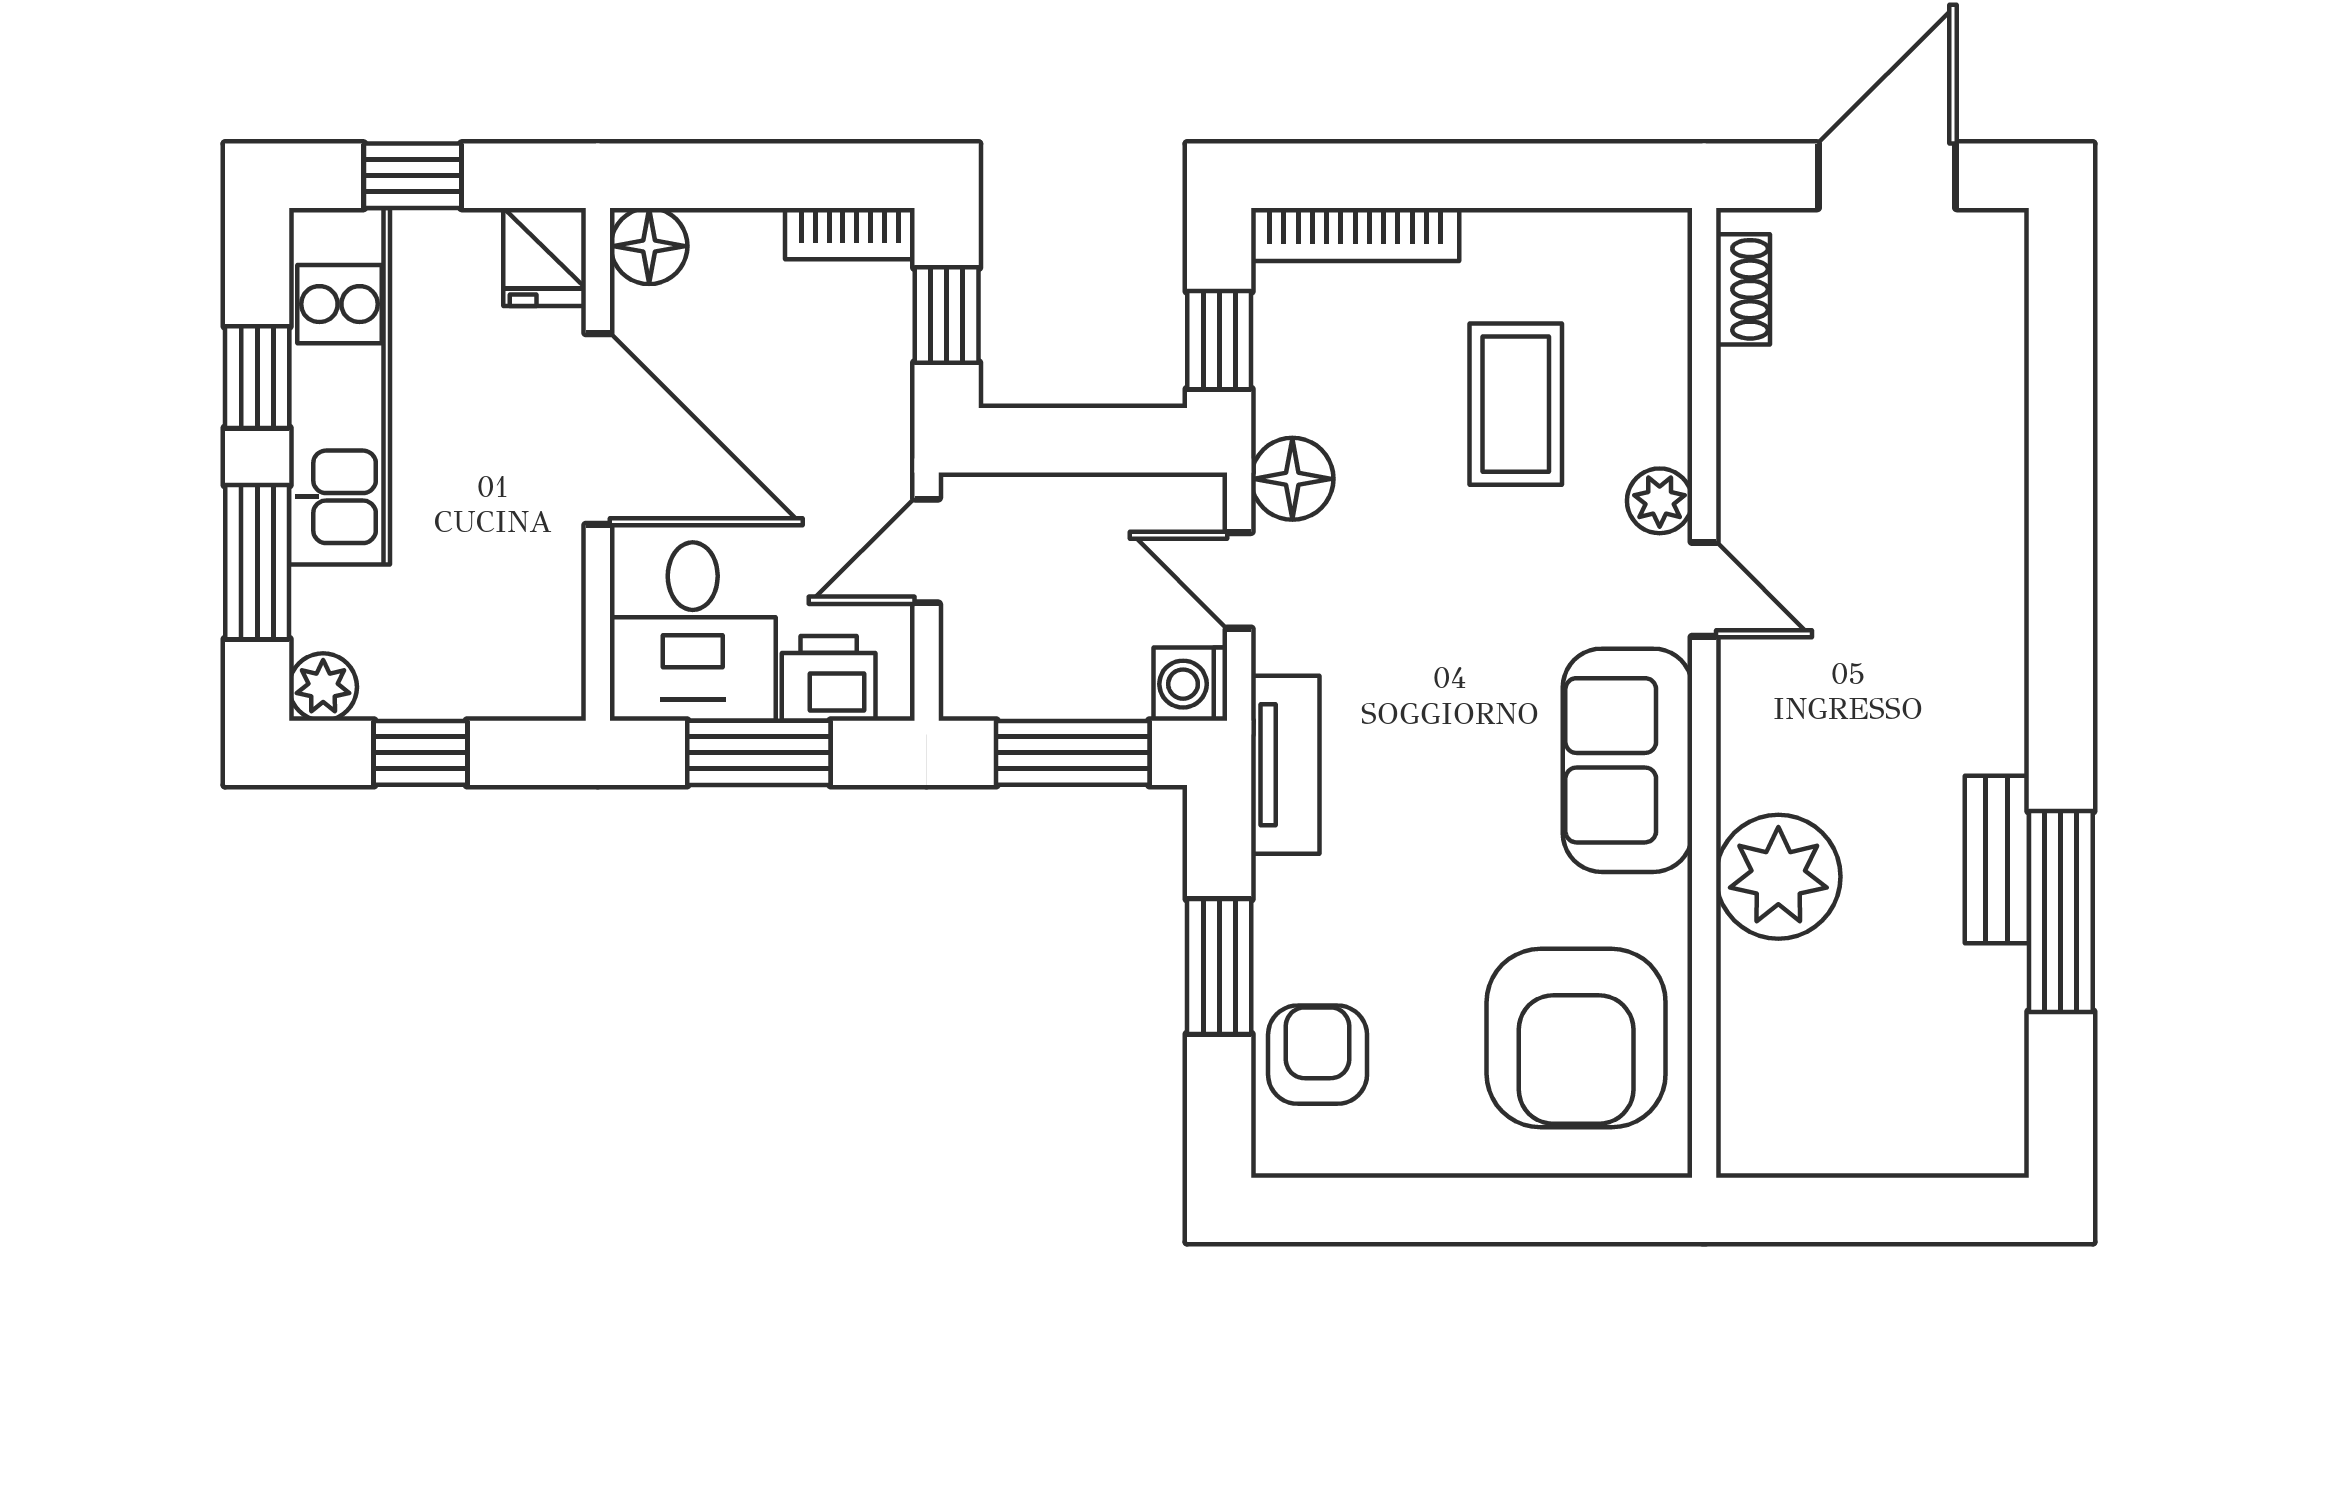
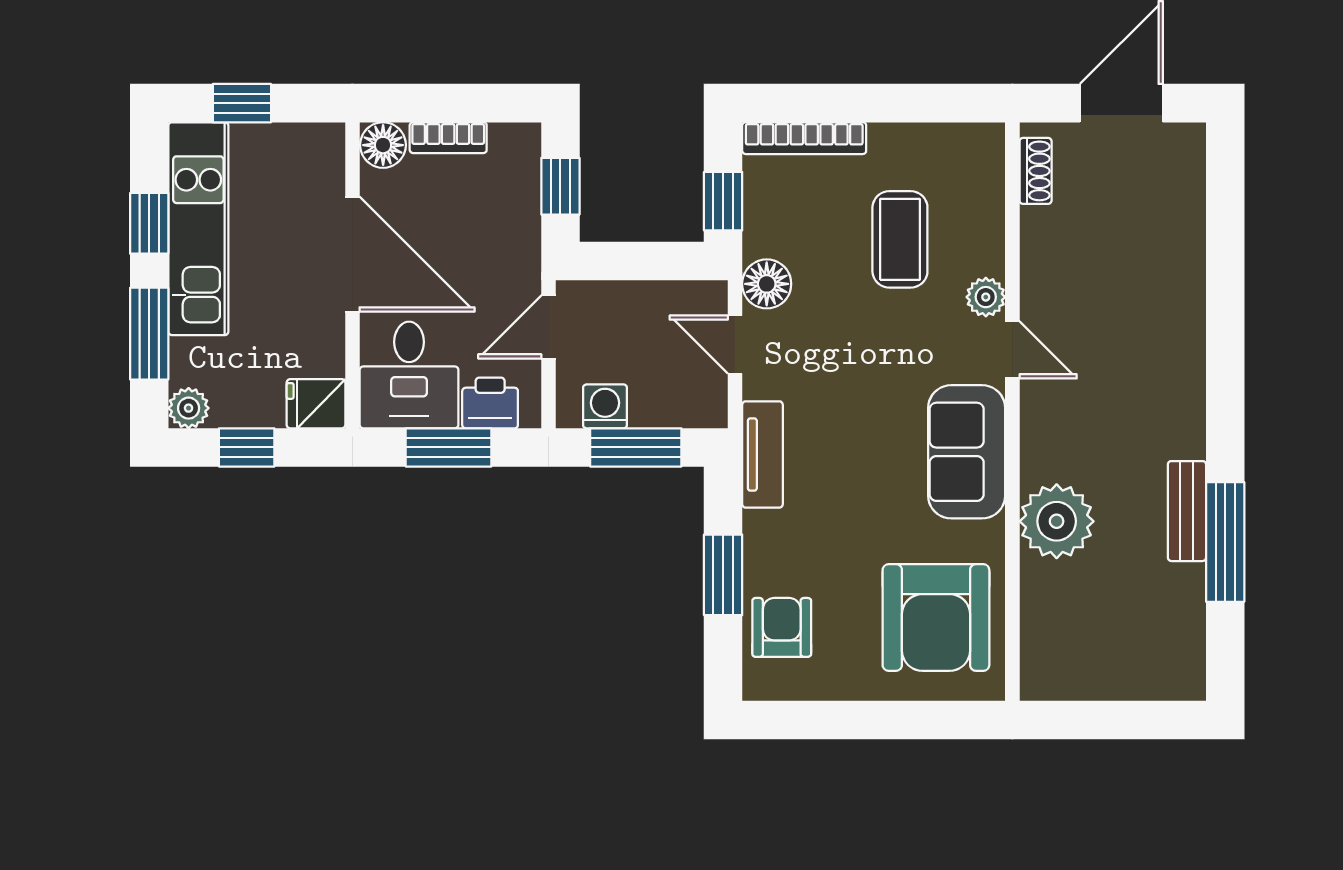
bookcase: (850, 234) -> (448, 138), moved
fridge: (545, 257) -> (316, 404), moved, turned 90
washing machine: (1190, 684) -> (605, 406), moved, turned 90

